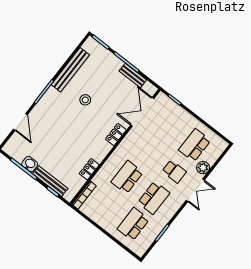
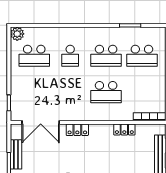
plant: (203, 168) -> (17, 34), moved
school desk: (174, 172) -> (70, 56), turned 180
double door: (195, 190) -> (72, 25), removed
school desk: (154, 198) -> (106, 56), turned 180

